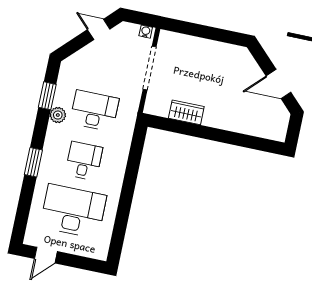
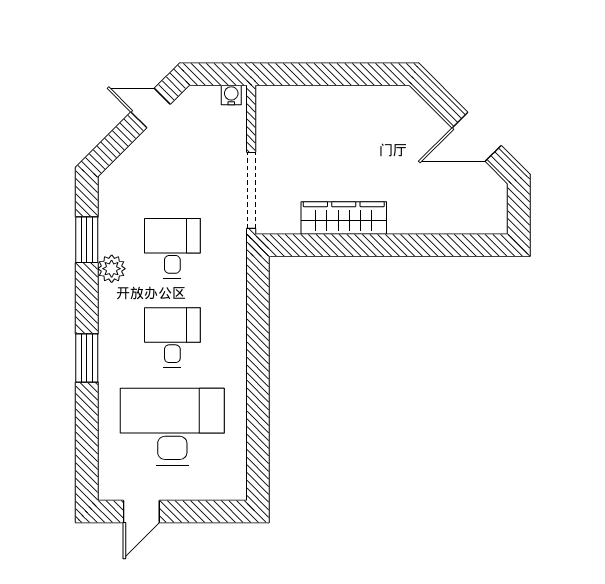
doorway: (150, 68) -> (251, 190), moved
desk: (94, 111) -> (172, 248), width x0.73
wardrobe: (186, 112) -> (344, 218), width x1.50

